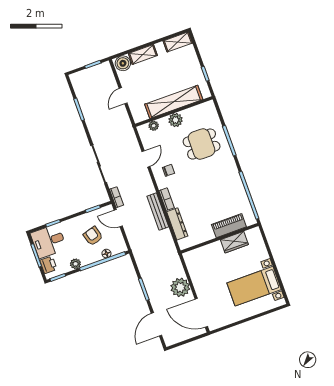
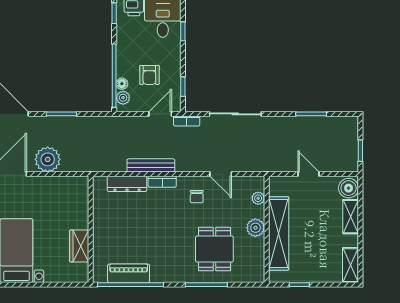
piano: (229, 226) -> (129, 273), moved, turned -90
armchair: (93, 236) -> (149, 75), turned 106
plant: (75, 264) -> (123, 98), moved

